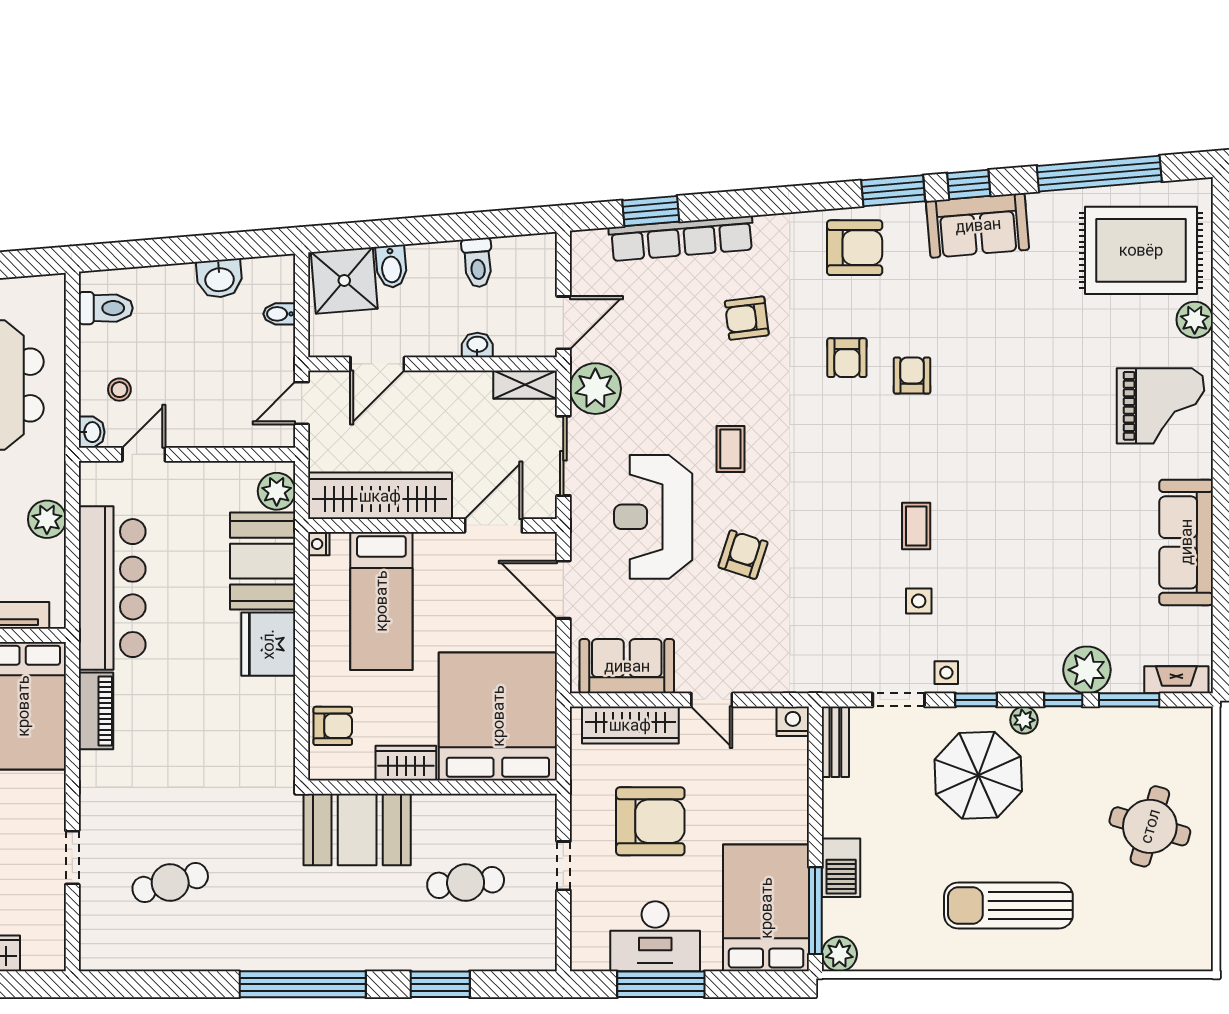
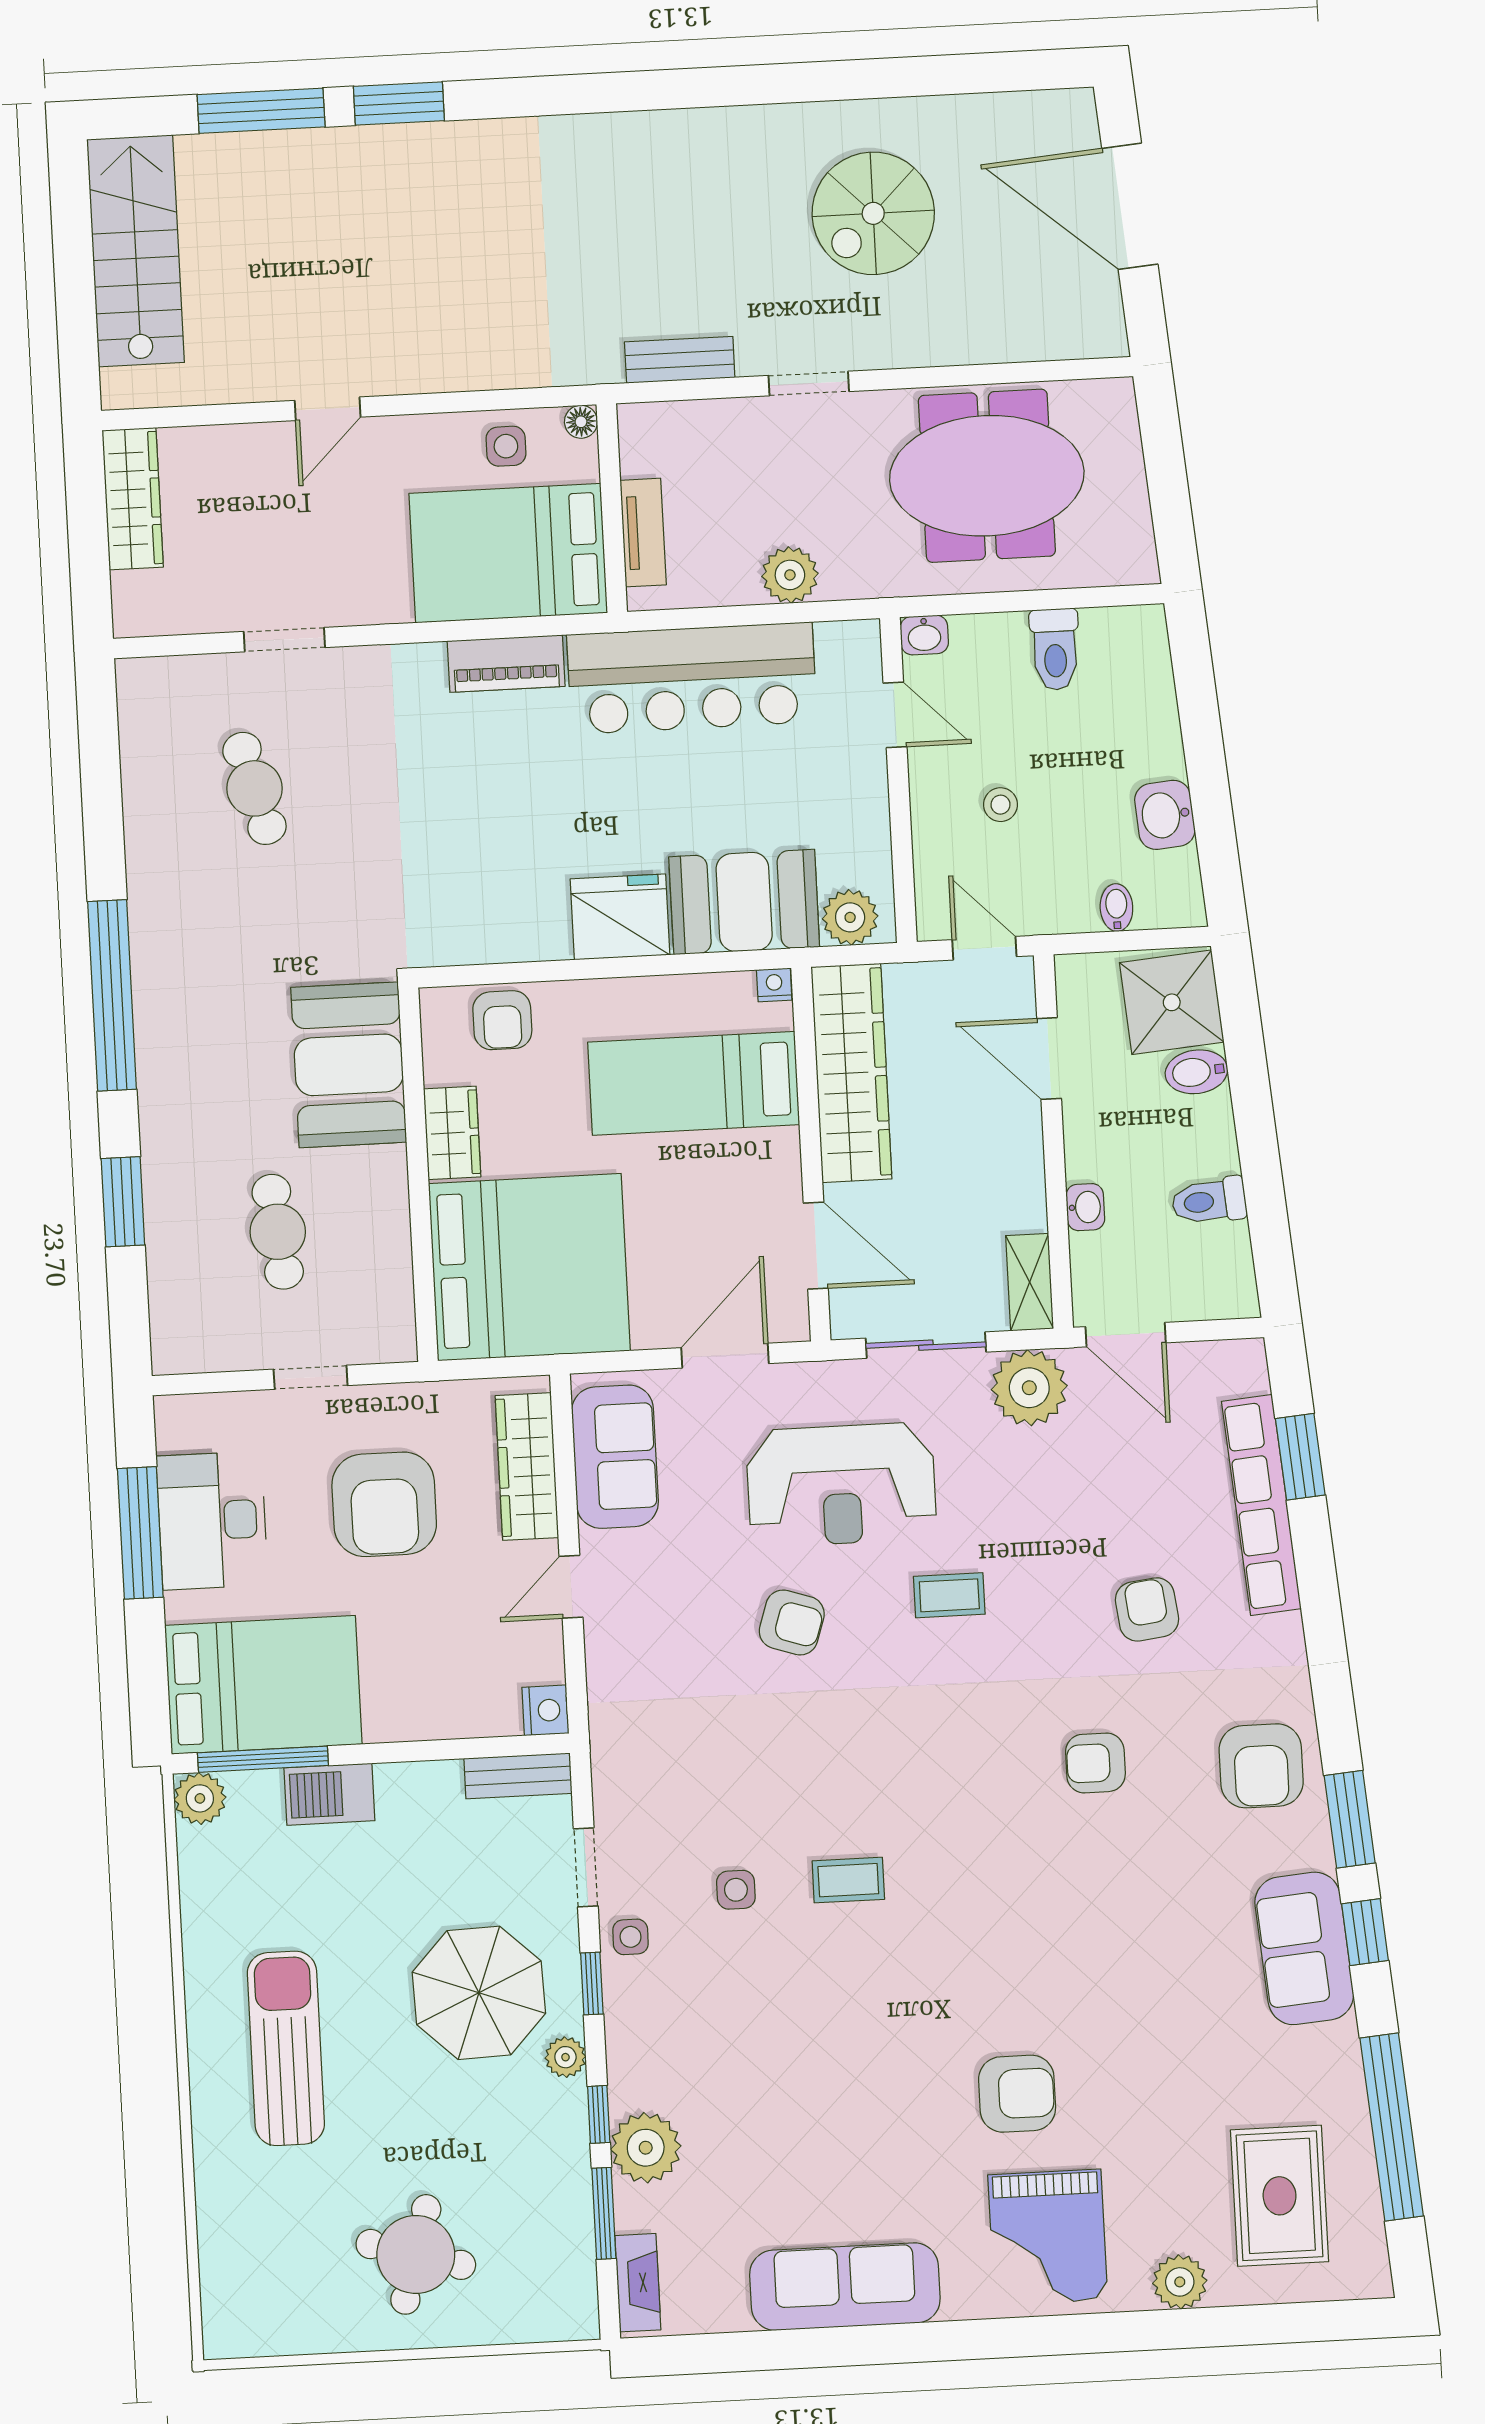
rug: (1141, 250) -> (1280, 2196), width x0.73, depth x0.69
toilet: (106, 308) -> (1055, 649), moved
armchair: (912, 376) -> (1017, 2094), moved, width x1.38, depth x1.38
stool: (119, 390) -> (1001, 805), moved
reception desk: (653, 517) -> (841, 1485), turned 180

